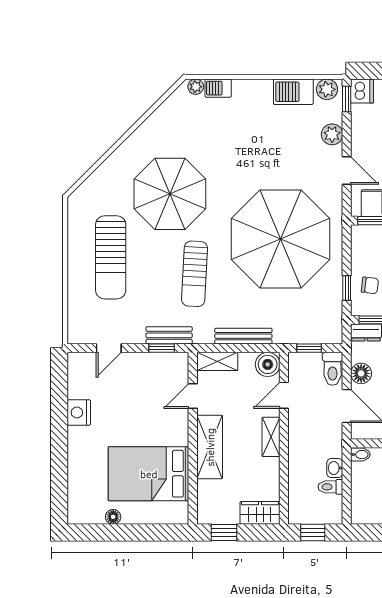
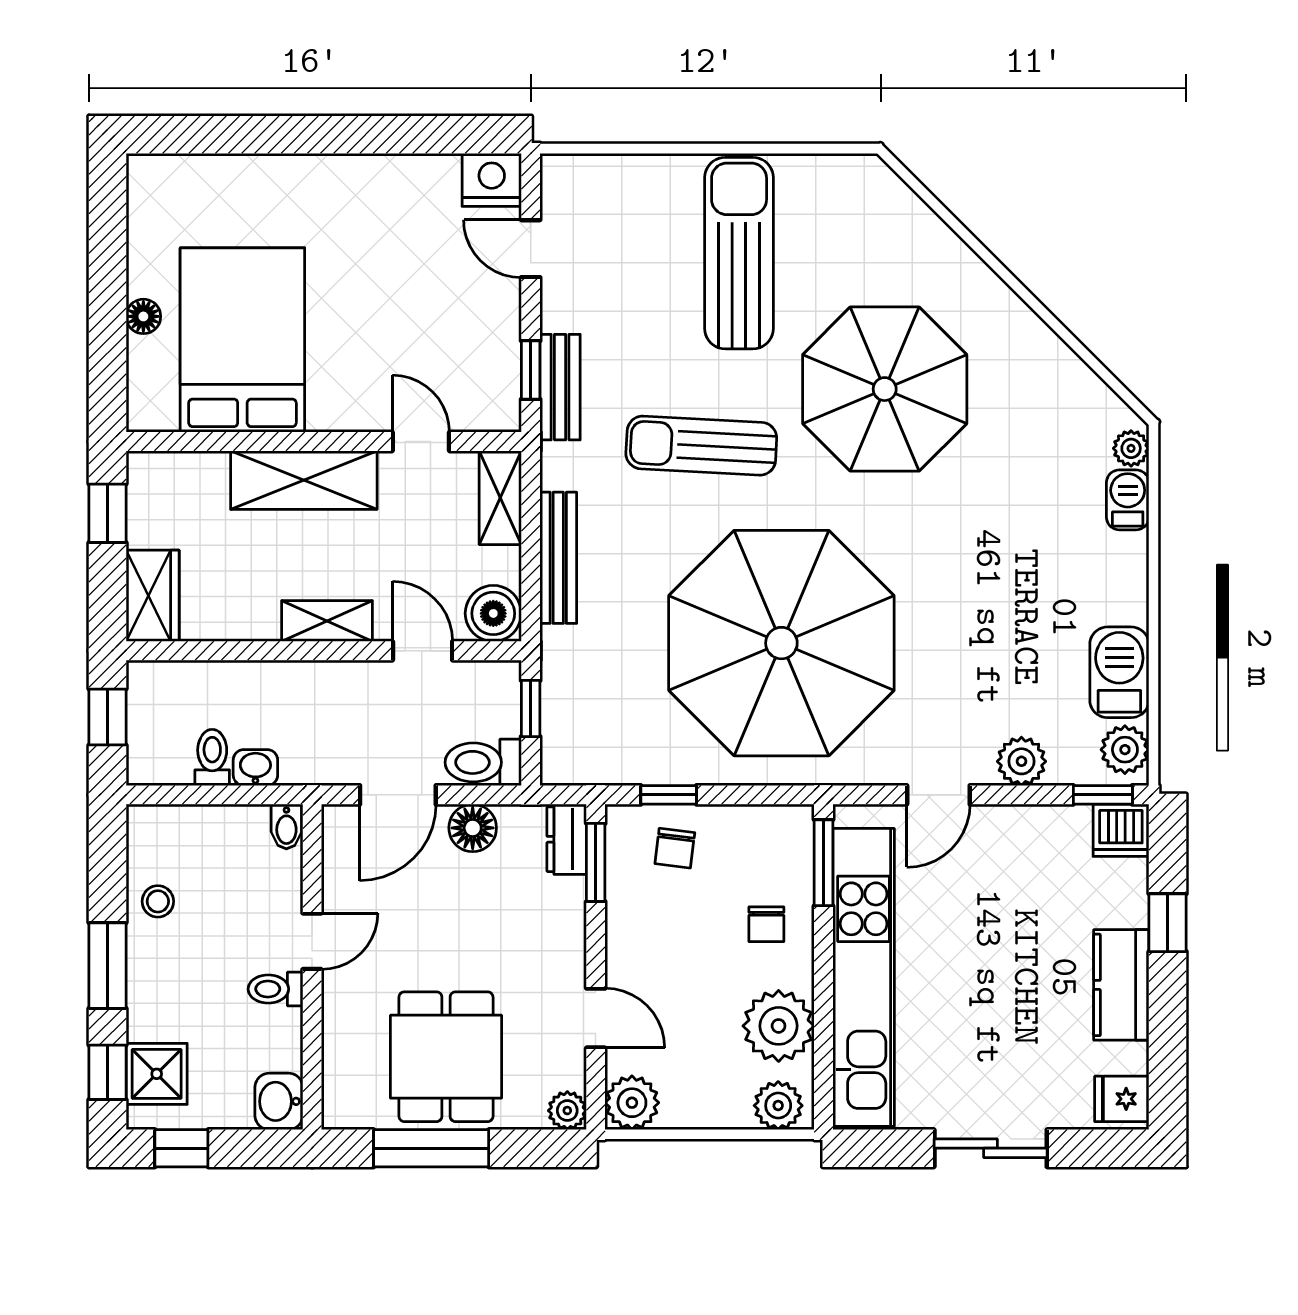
sun lounger: (111, 257) -> (739, 253), turned 90
nightstand: (79, 413) -> (492, 180), moved
floor lamp: (113, 517) -> (143, 316), moved

